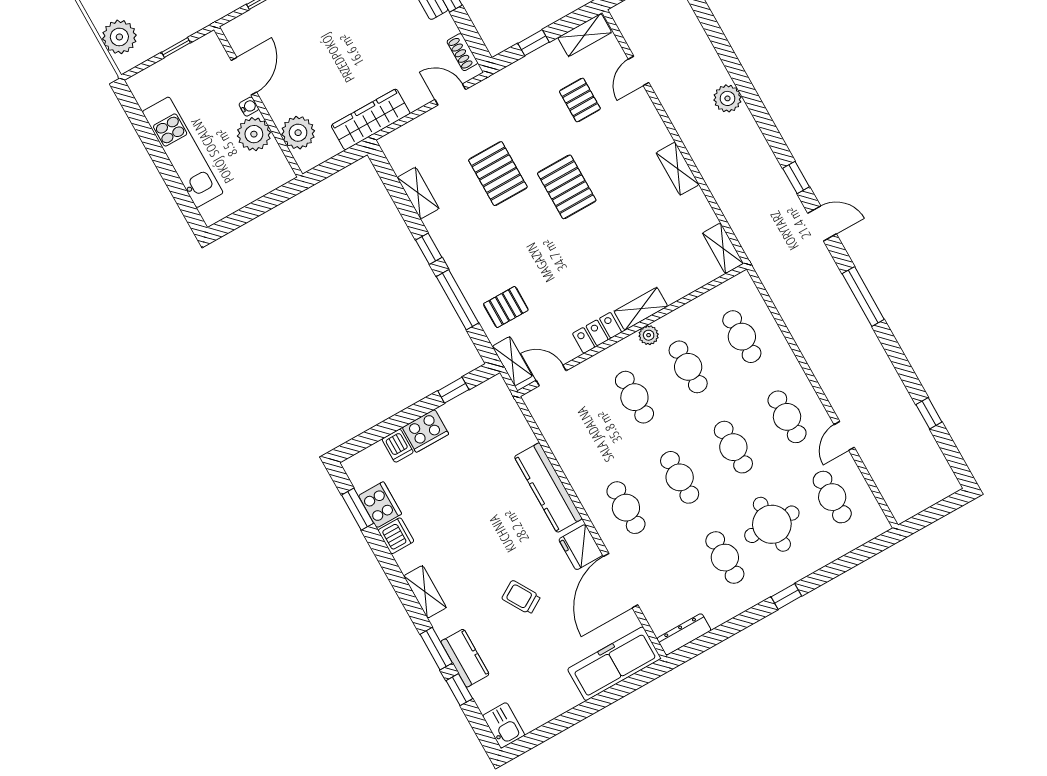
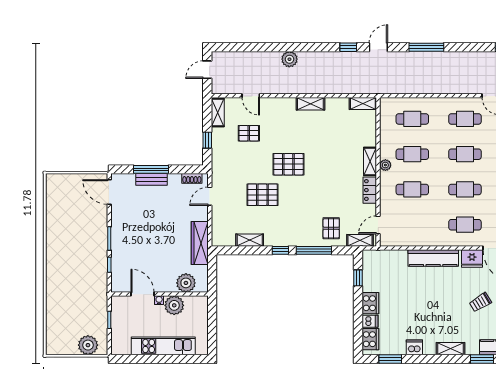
cooker: (380, 505) -> (370, 339), moved, turned 90

